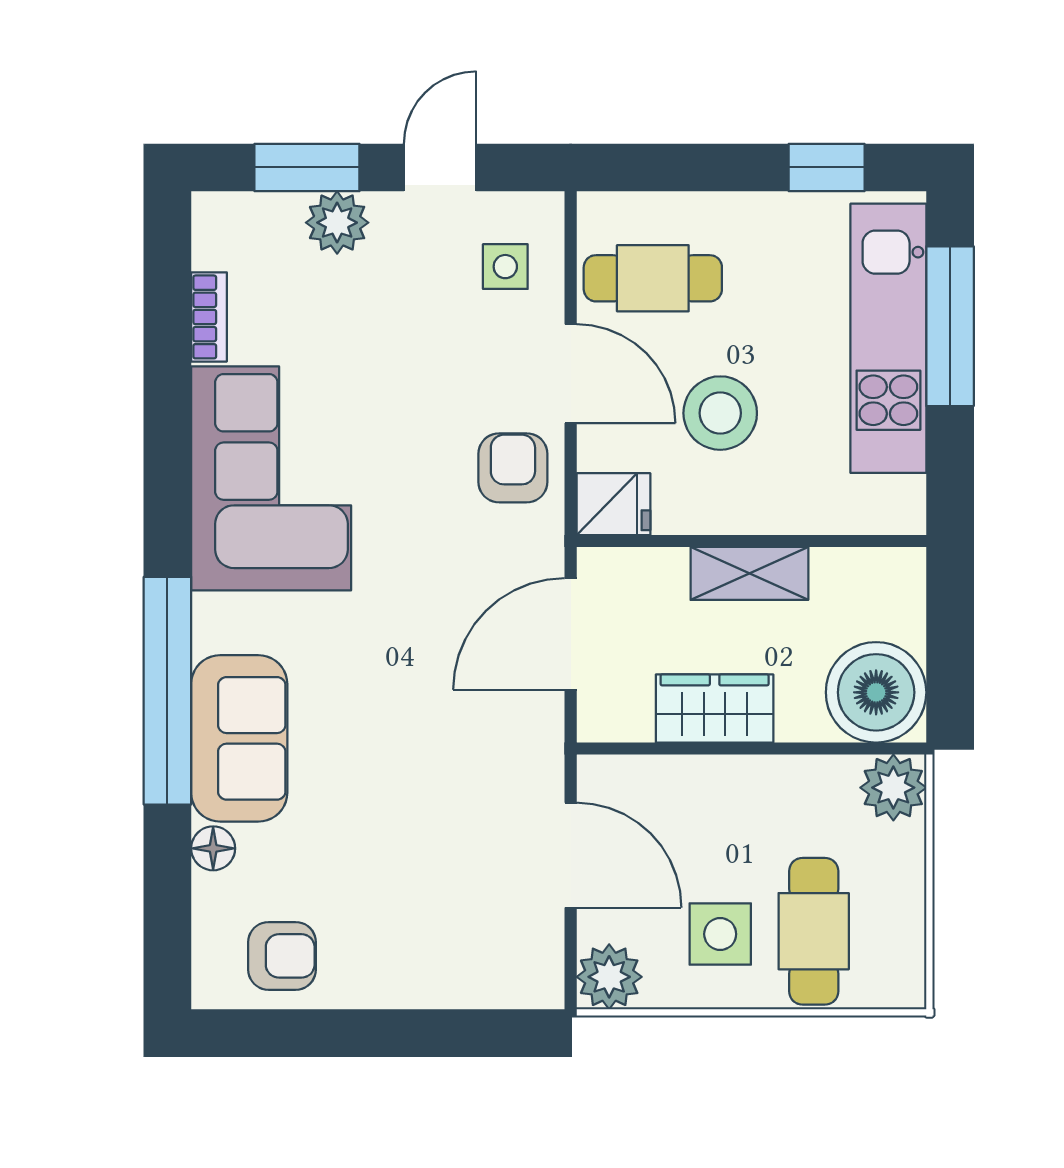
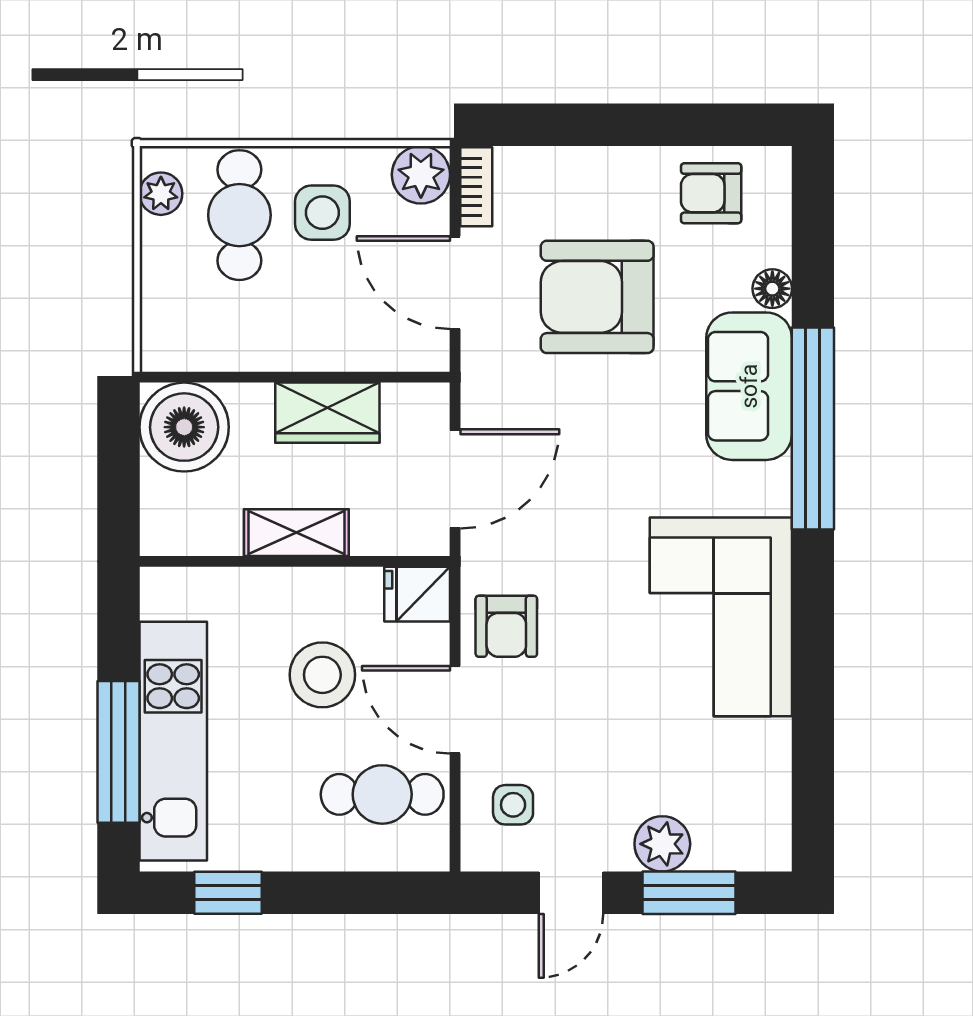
bookcase: (209, 317) -> (476, 187), moved, turned 180
plant: (893, 788) -> (161, 194), moved, width x0.73, depth x0.73
armchair: (411, 839) -> (597, 297), added

